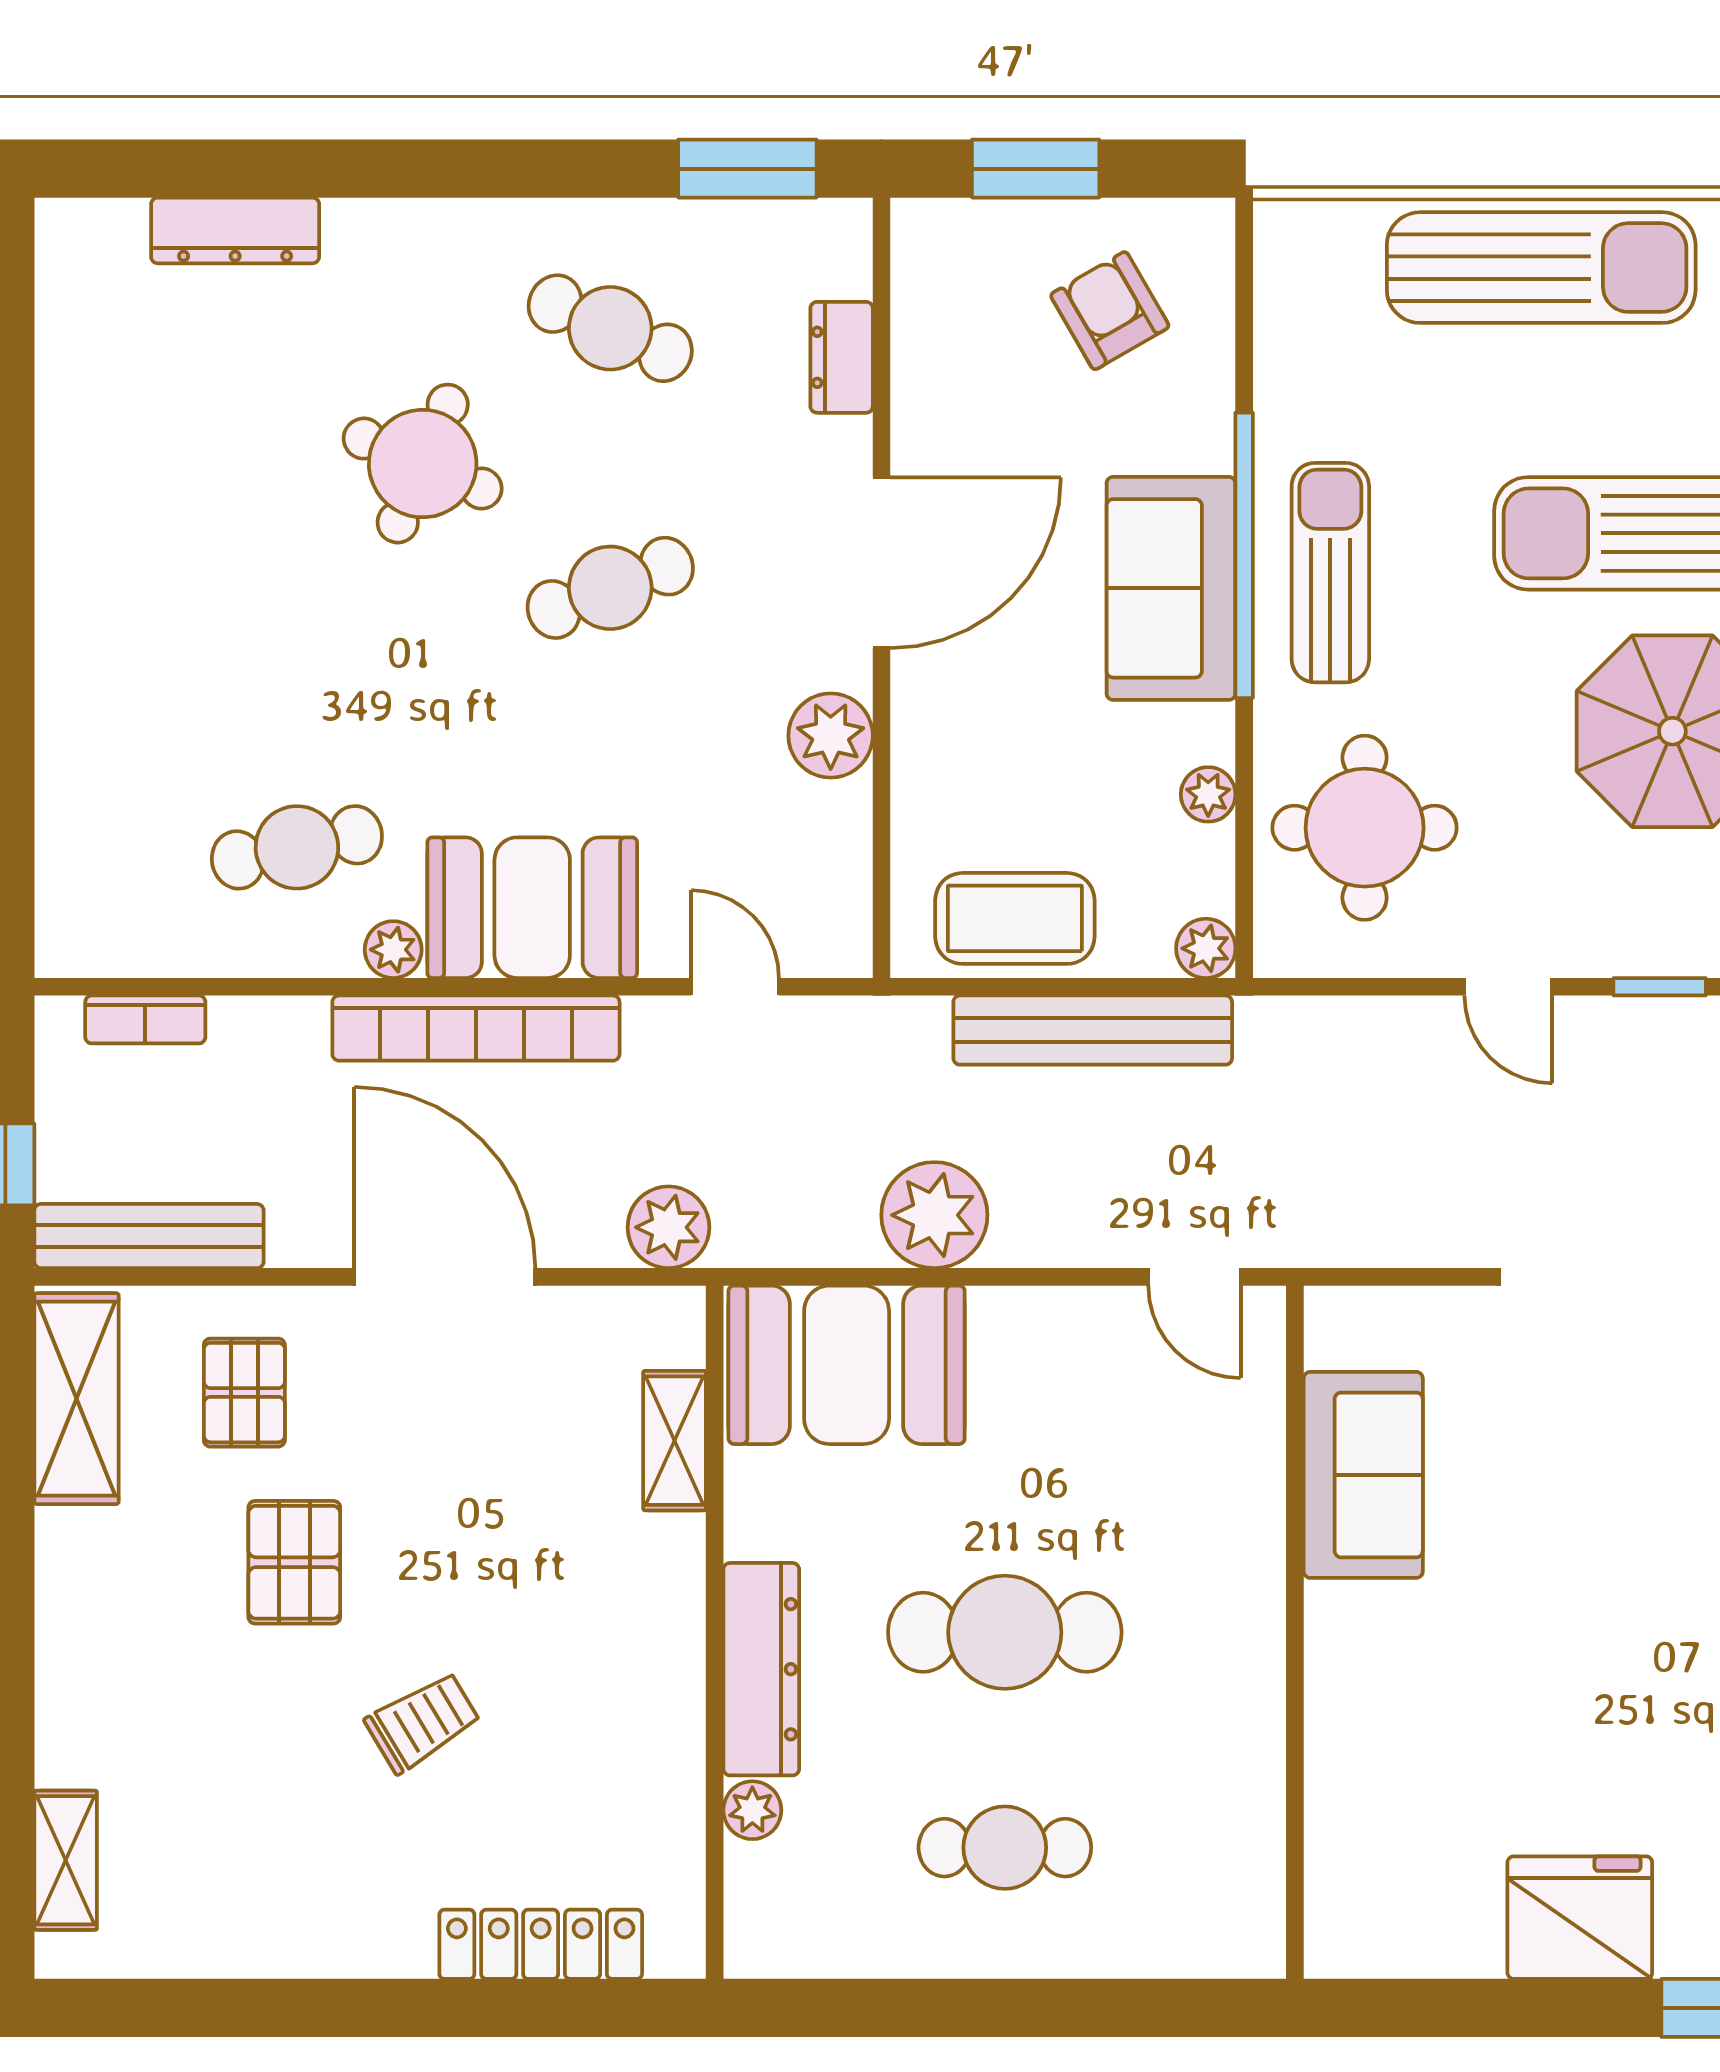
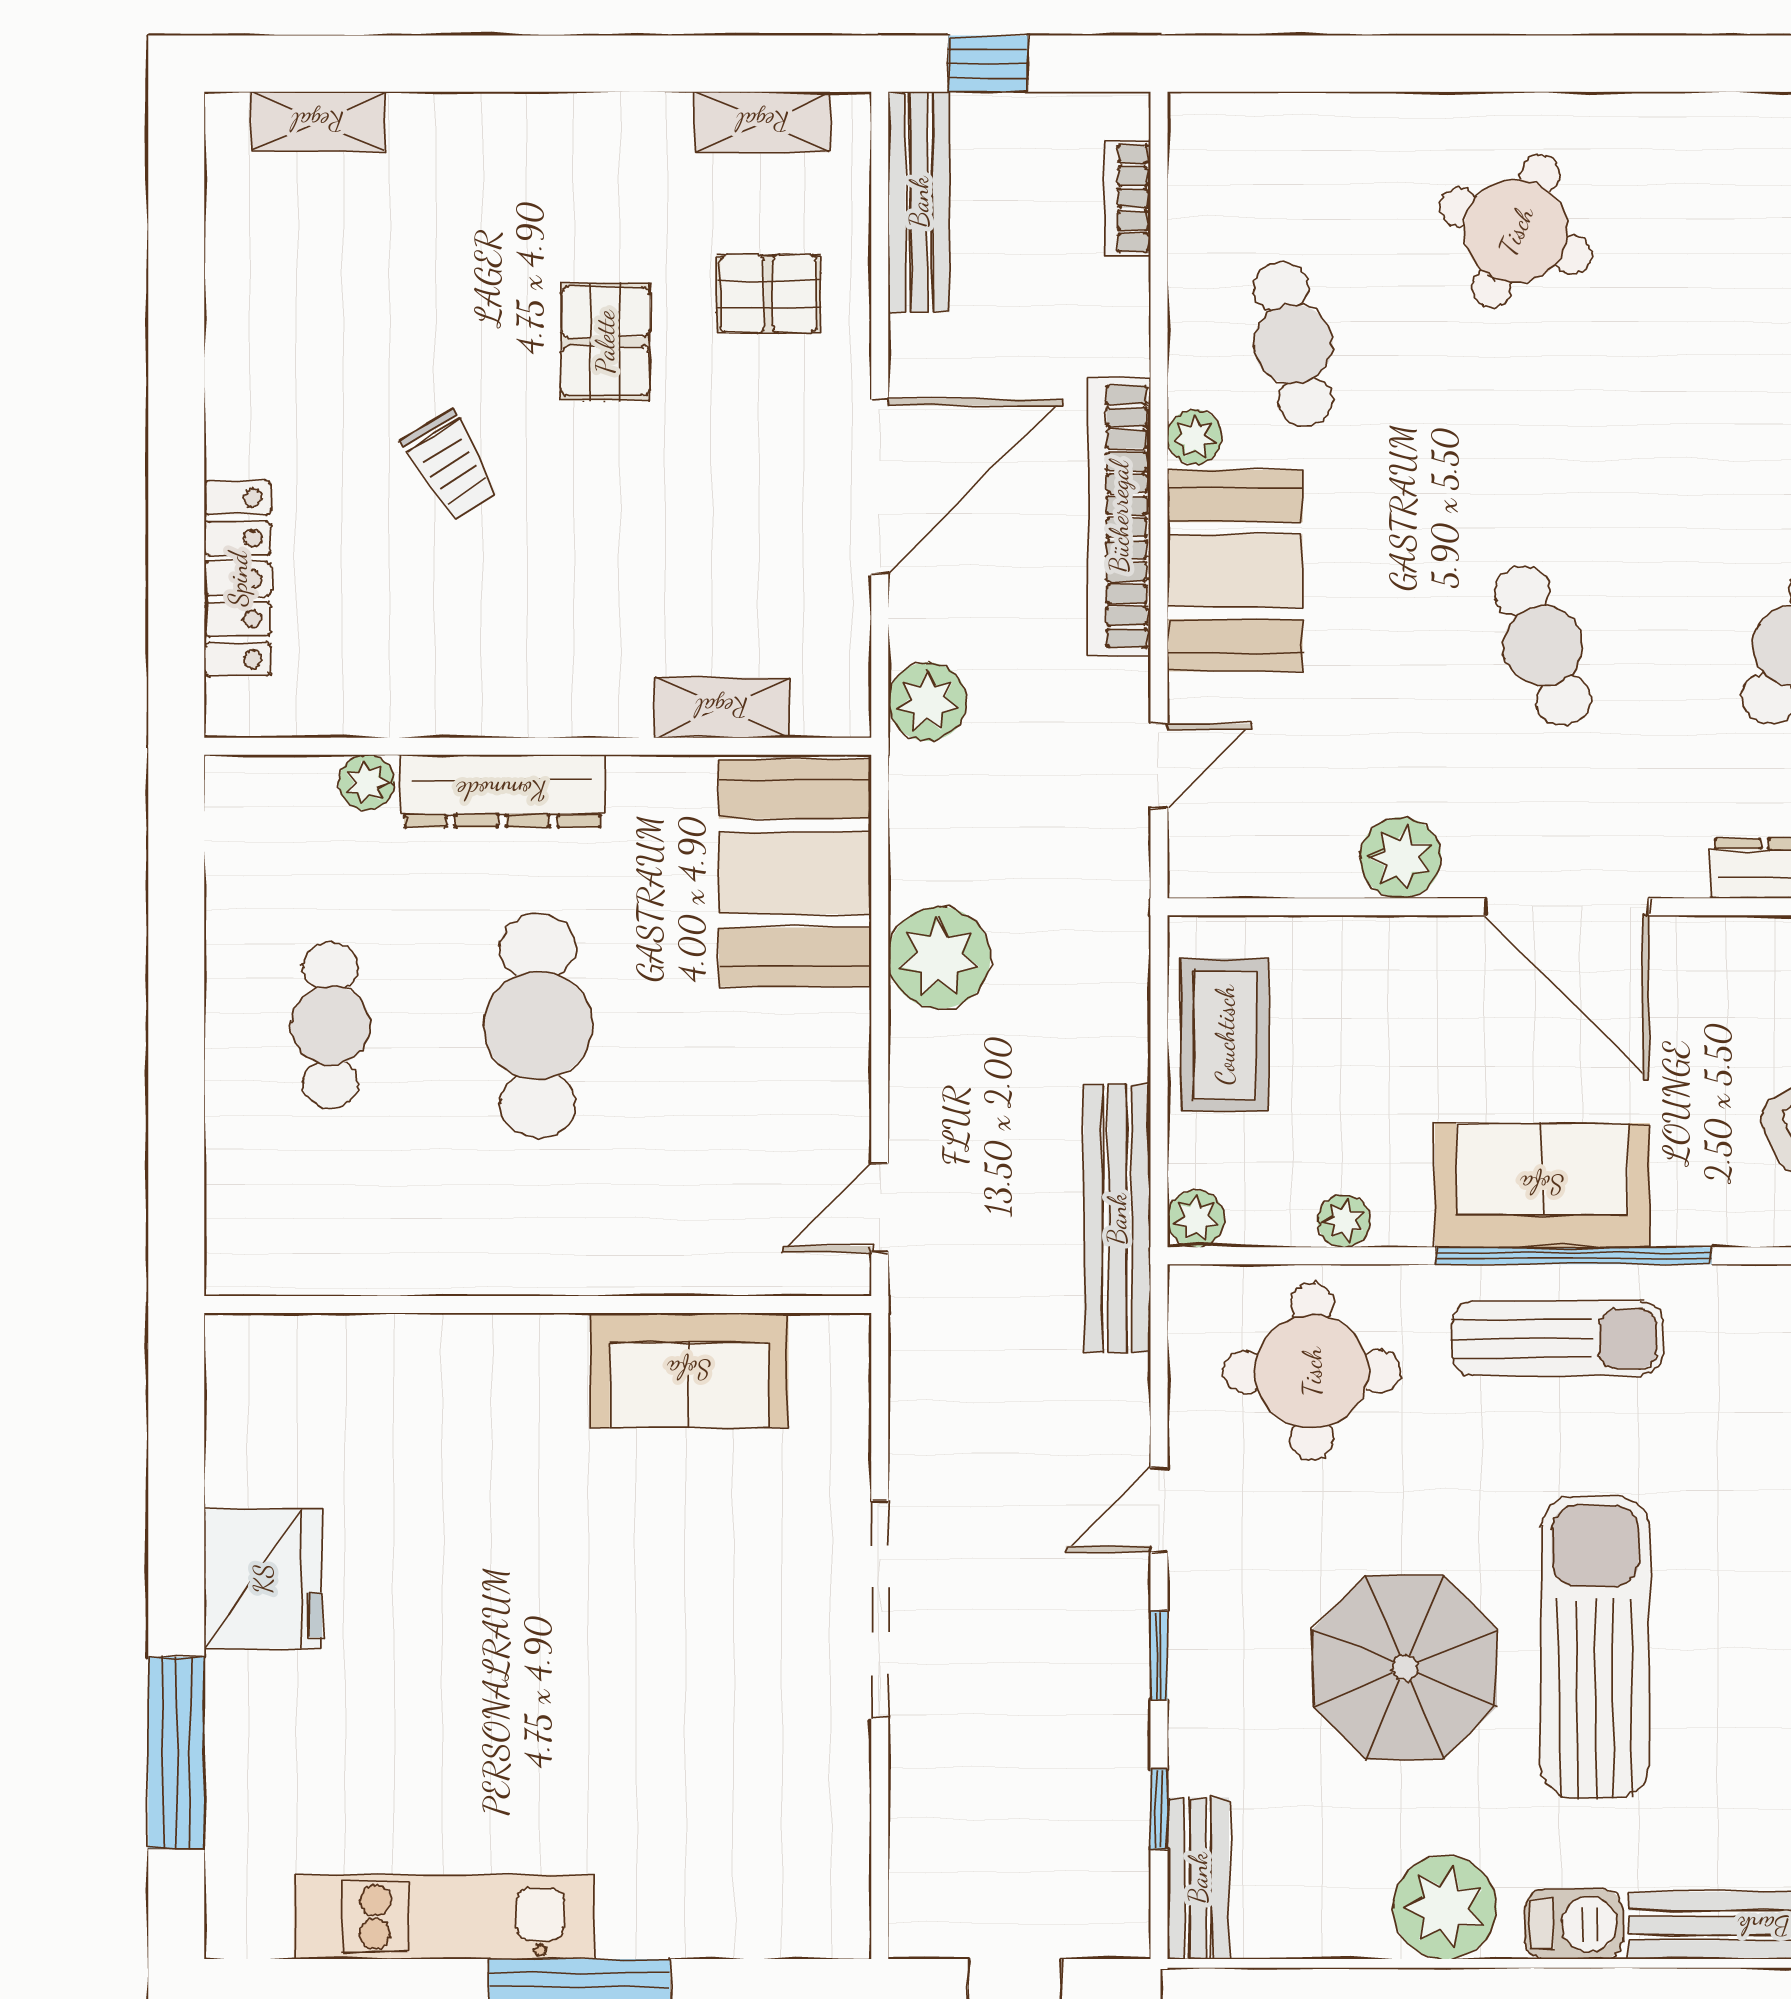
round table: (423, 464) -> (1516, 231), moved
bench: (1093, 1030) -> (1117, 1219), moved
shelving: (76, 1399) -> (763, 122), width x0.67, depth x0.75
pallet: (294, 1562) -> (605, 342), turned 90

